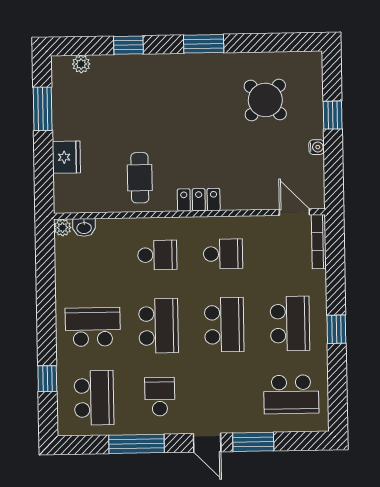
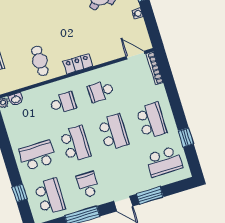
school desk: (223, 254) -> (101, 91), turned 180
window: (336, 329) -> (186, 137), moved

